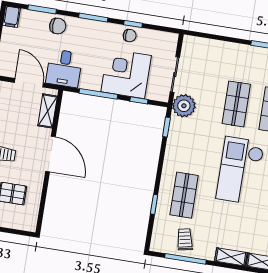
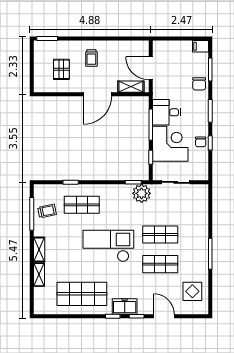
desk: (64, 68) -> (167, 112), moved
door: (29, 83) -> (151, 68), swing flipped
plant: (184, 106) -> (142, 193), moved

